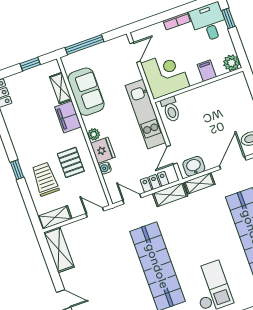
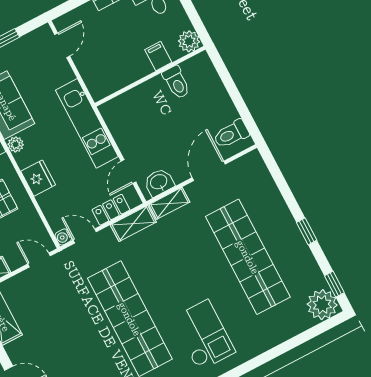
corner desk: (165, 75) -> (105, 69), removed
toilet: (171, 109) -> (176, 82), moved
plant: (94, 134) -> (16, 144), moved
water cooler: (105, 168) -> (63, 237), moved

